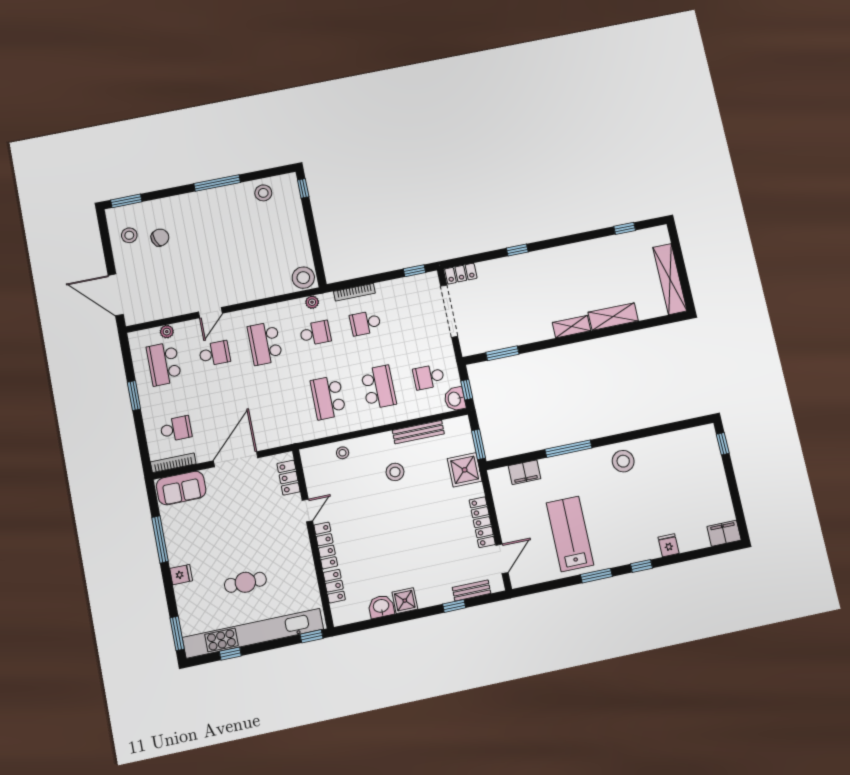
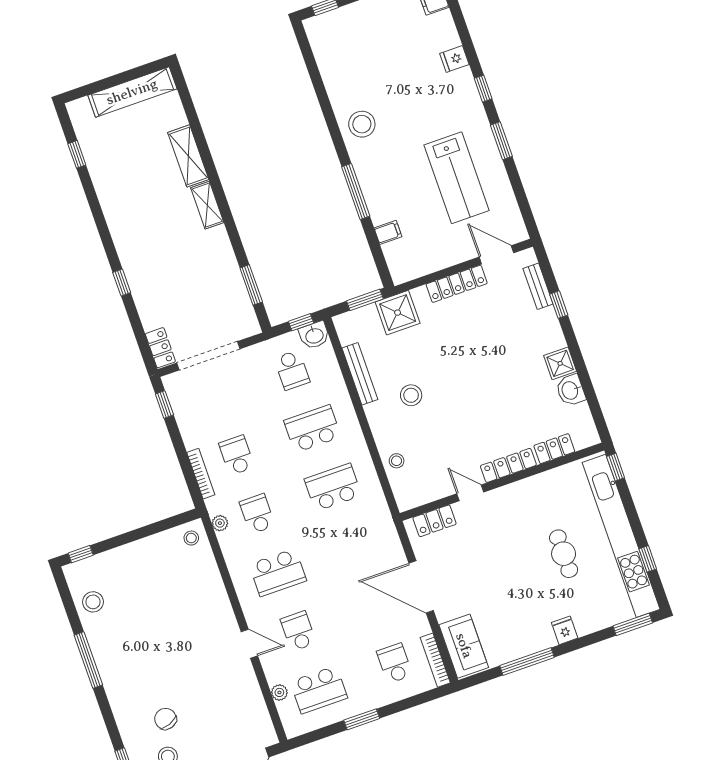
stool: (303, 278) -> (191, 538), width x0.53, depth x0.53
school desk: (365, 323) -> (237, 455), turned 180
school desk: (328, 398) -> (333, 487), turned 180
filing cabinet: (525, 472) -> (388, 232), width x0.50
lab bench: (570, 534) -> (457, 178), turned -90

